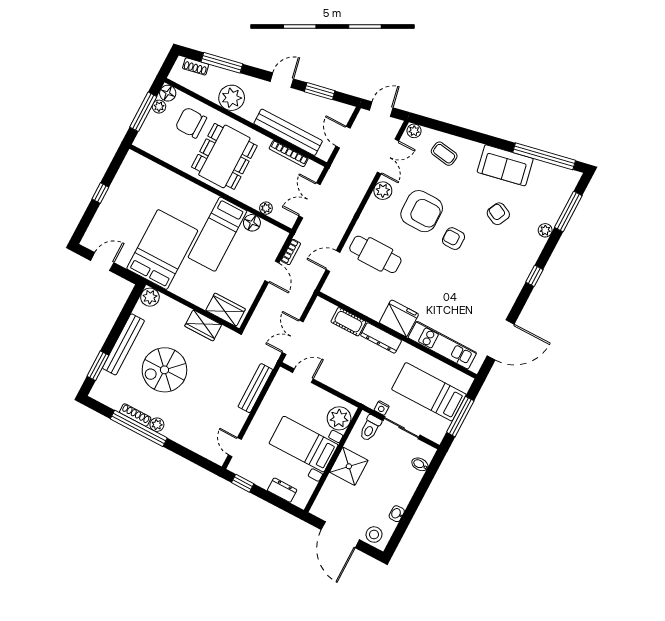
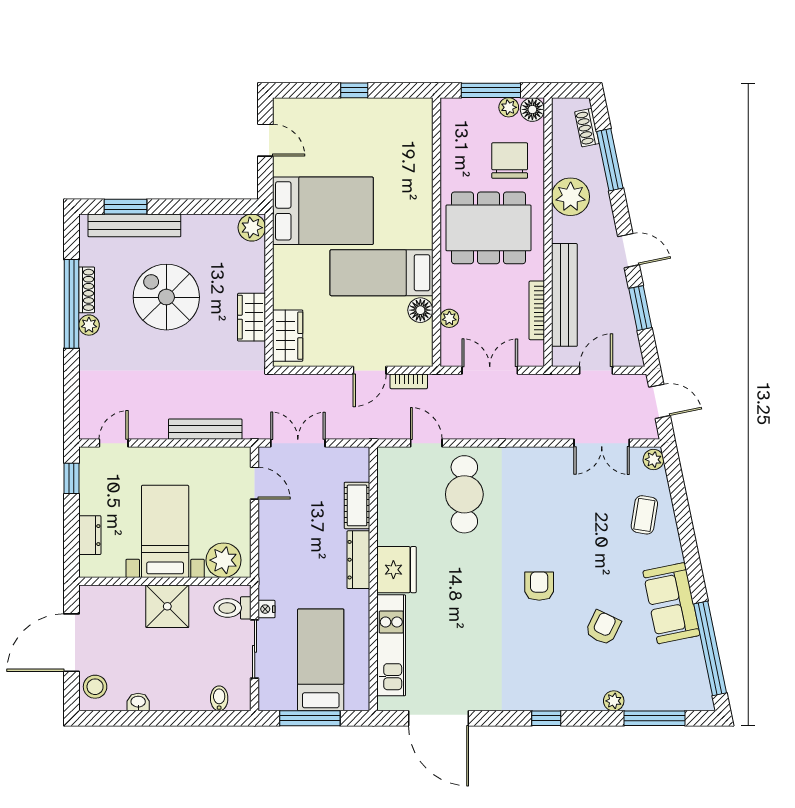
plant: (383, 191) -> (553, 460), removed
armchair: (422, 211) -> (553, 525), removed
bench: (123, 344) -> (134, 225), moved

